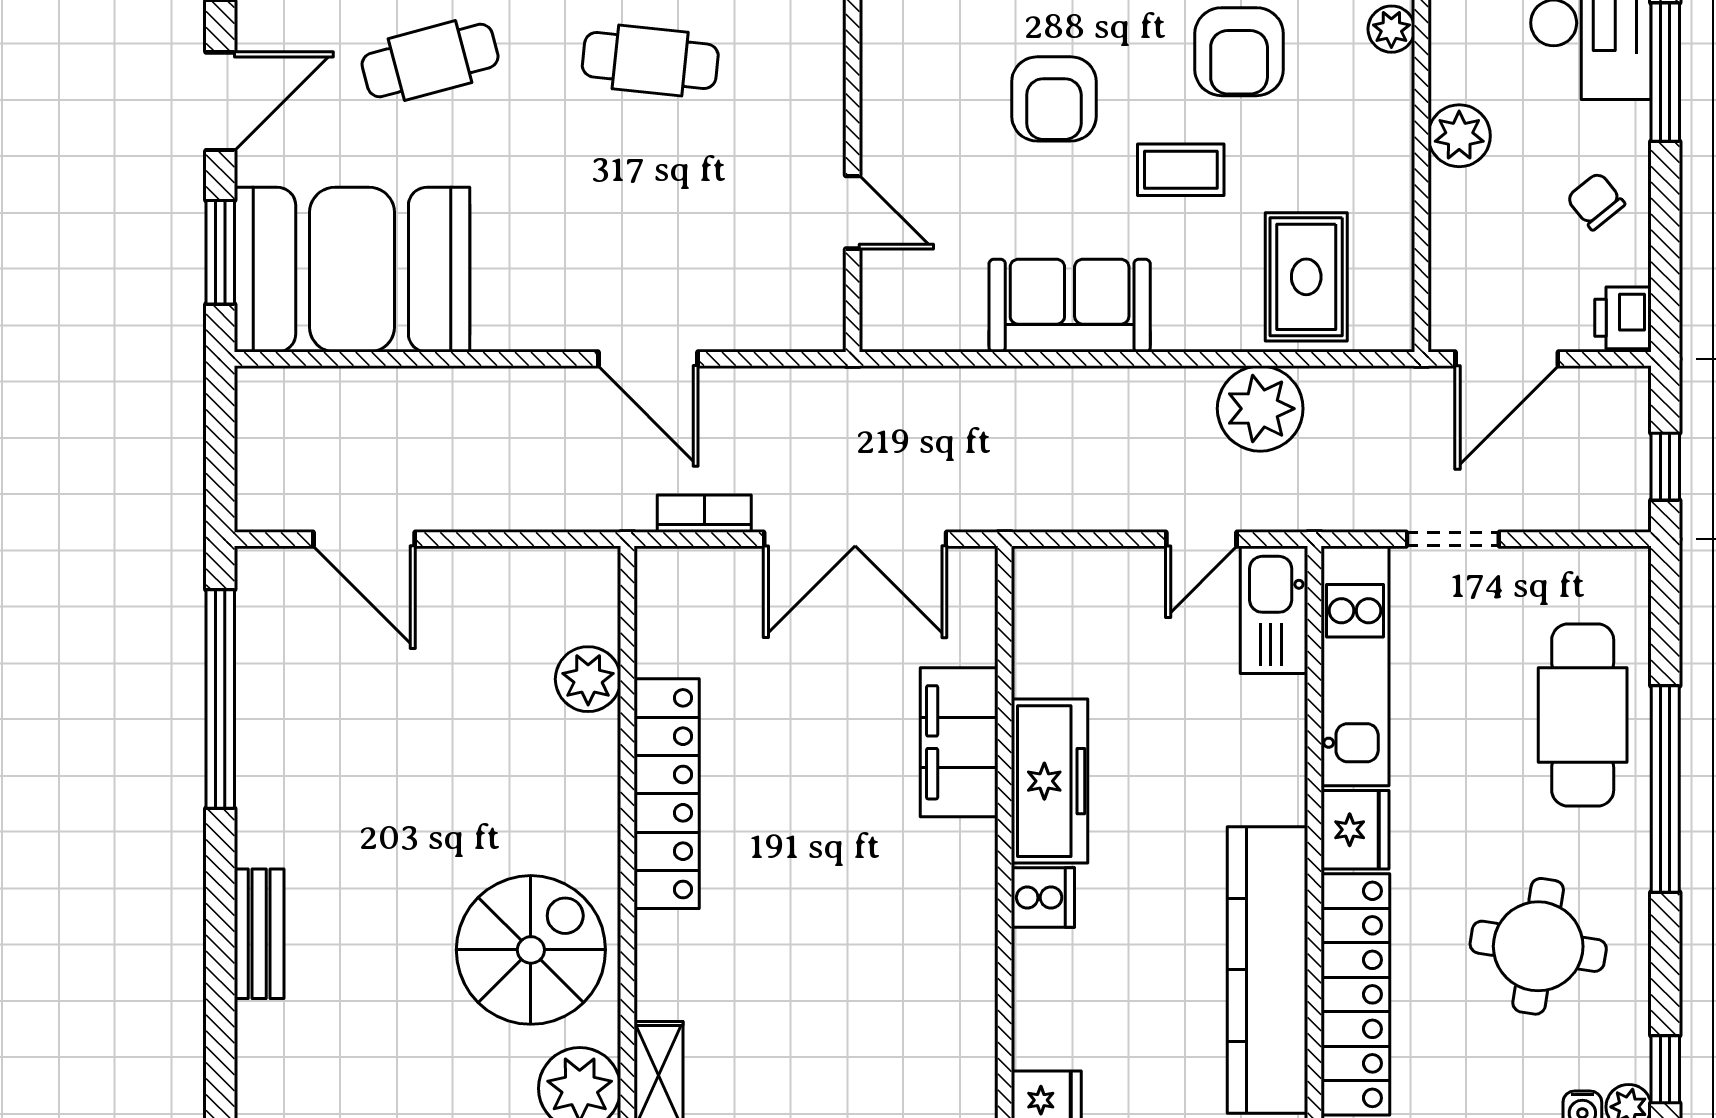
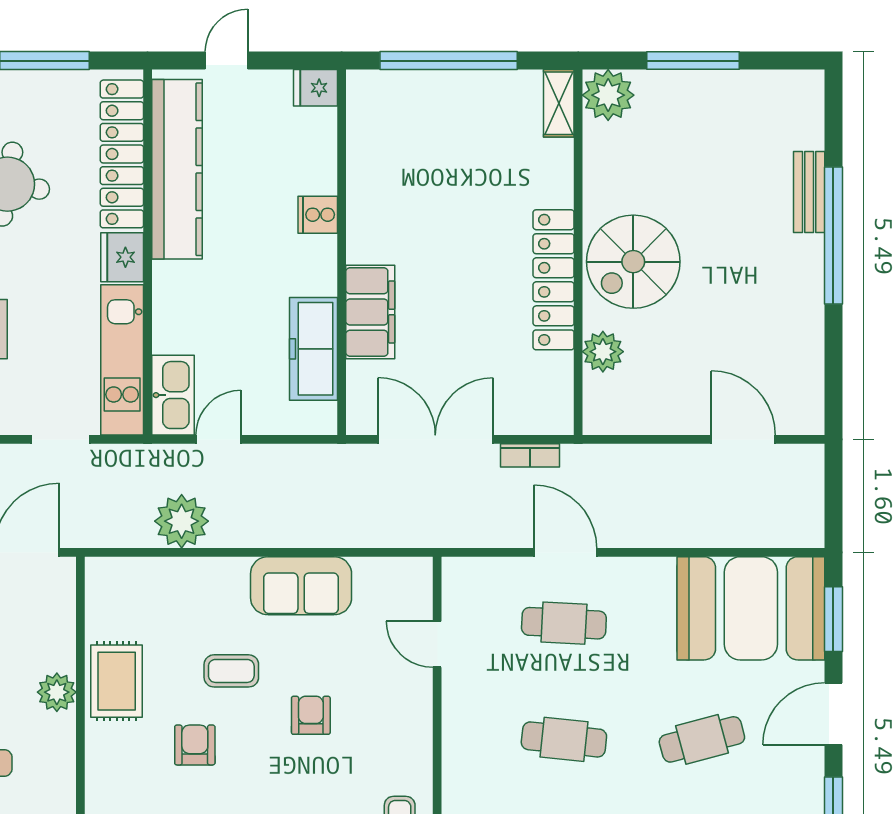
plant: (1391, 29) -> (99, 759), removed
armchair: (1239, 52) -> (195, 745), width x0.72, depth x0.72
armchair: (1054, 99) -> (311, 715), width x0.72, depth x0.72
cafe table: (650, 246) -> (564, 623), added
rug: (1306, 277) -> (117, 681), moved
window: (220, 699) -> (833, 236), moved
freezer: (1050, 781) -> (314, 349), moved
spiral stairs: (531, 950) -> (633, 262), moved

